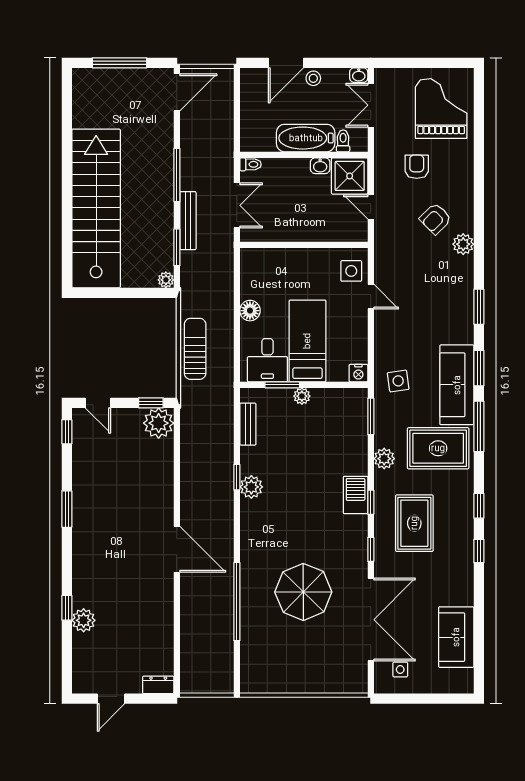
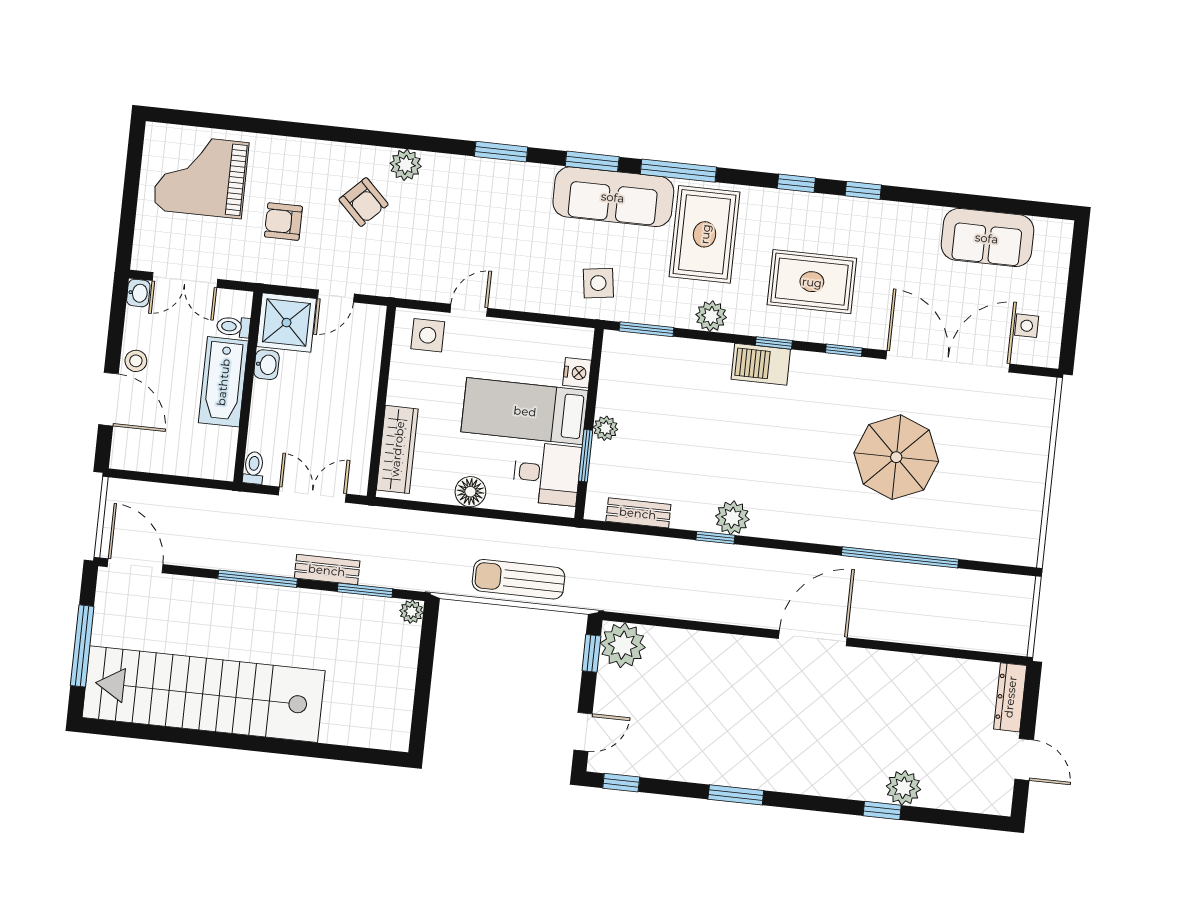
stairs: (96, 208) -> (204, 694), moved
bench: (188, 221) -> (327, 570), width x0.73
wardrobe: (273, 259) -> (397, 449), added
nightstand: (358, 373) -> (577, 373), moved
dresser: (158, 685) -> (1010, 697), width x1.44

